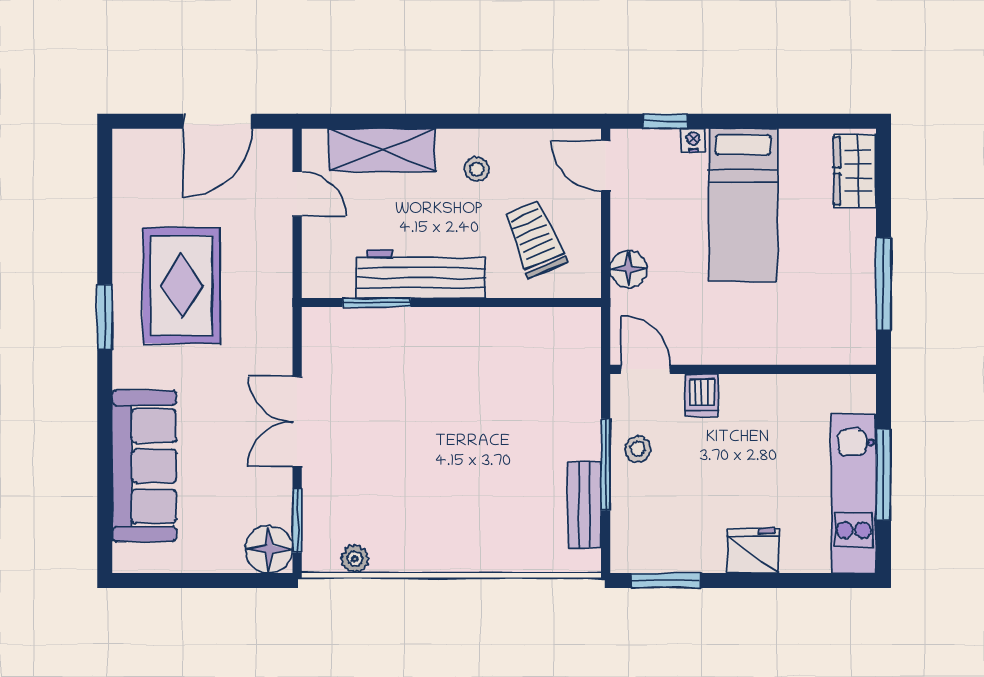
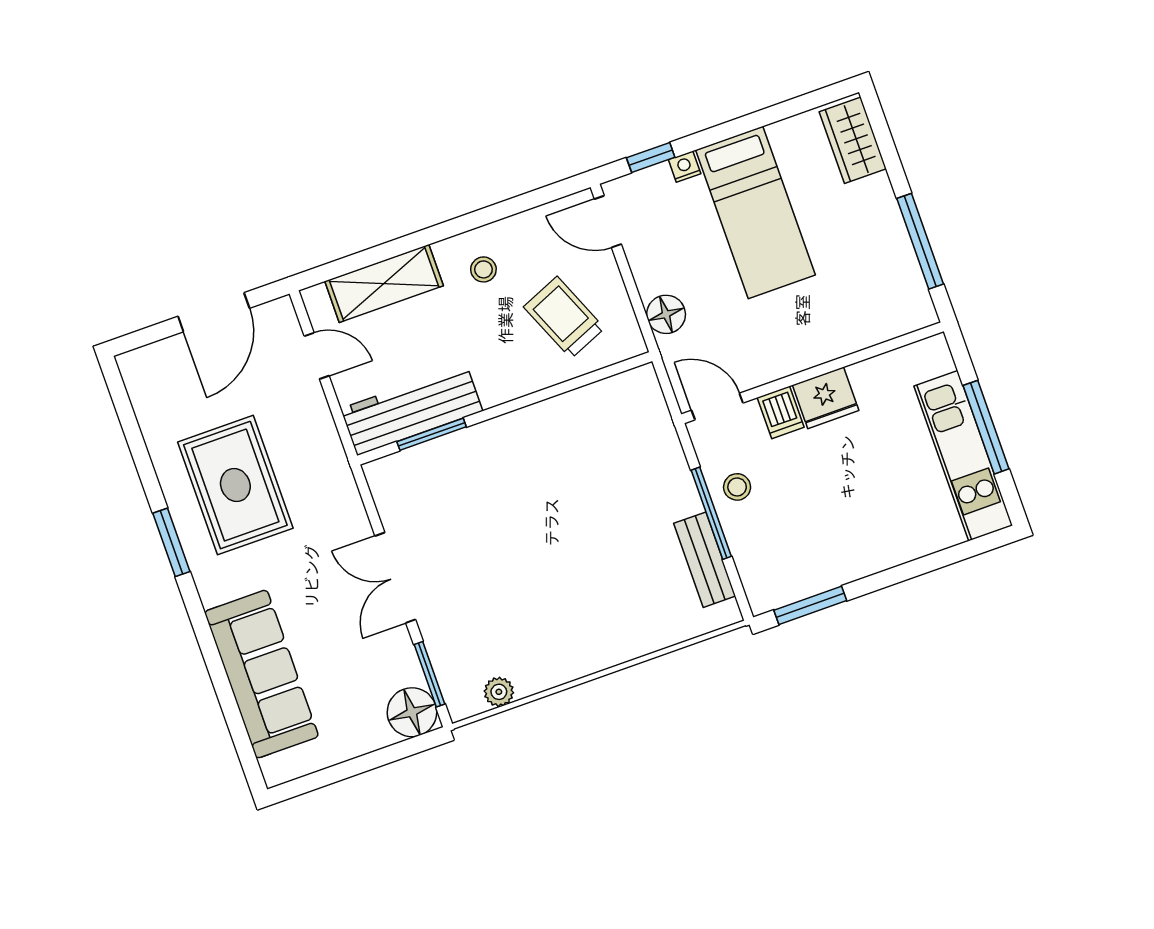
workbench: (421, 274) -> (412, 410), moved
fridge: (753, 551) -> (826, 398), moved, turned 180

